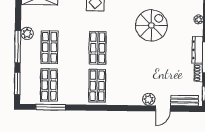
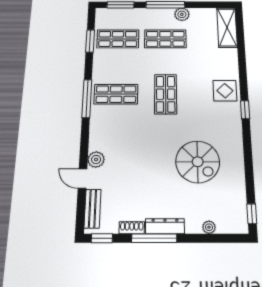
shop shelf: (98, 48) -> (166, 94), turned 90
window: (51, 107) -> (90, 41), width x0.69
window: (100, 108) -> (87, 98), added

